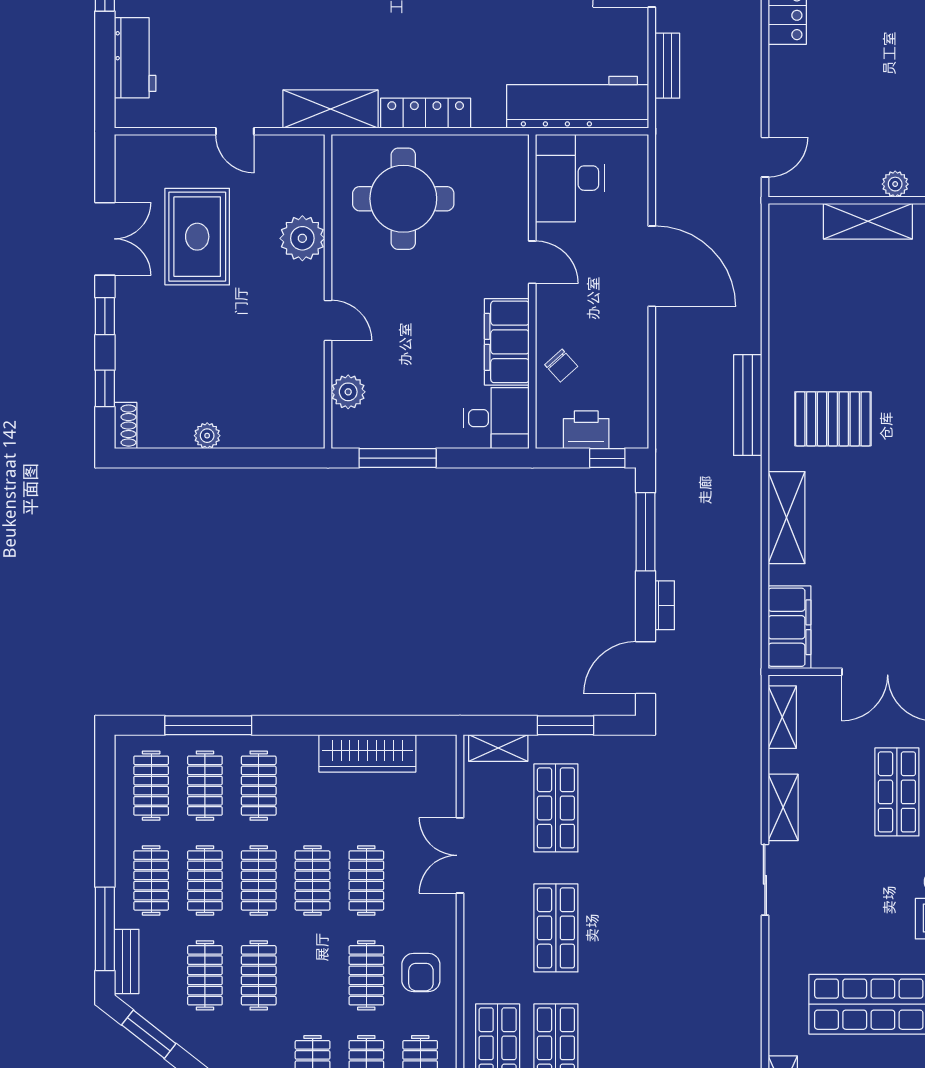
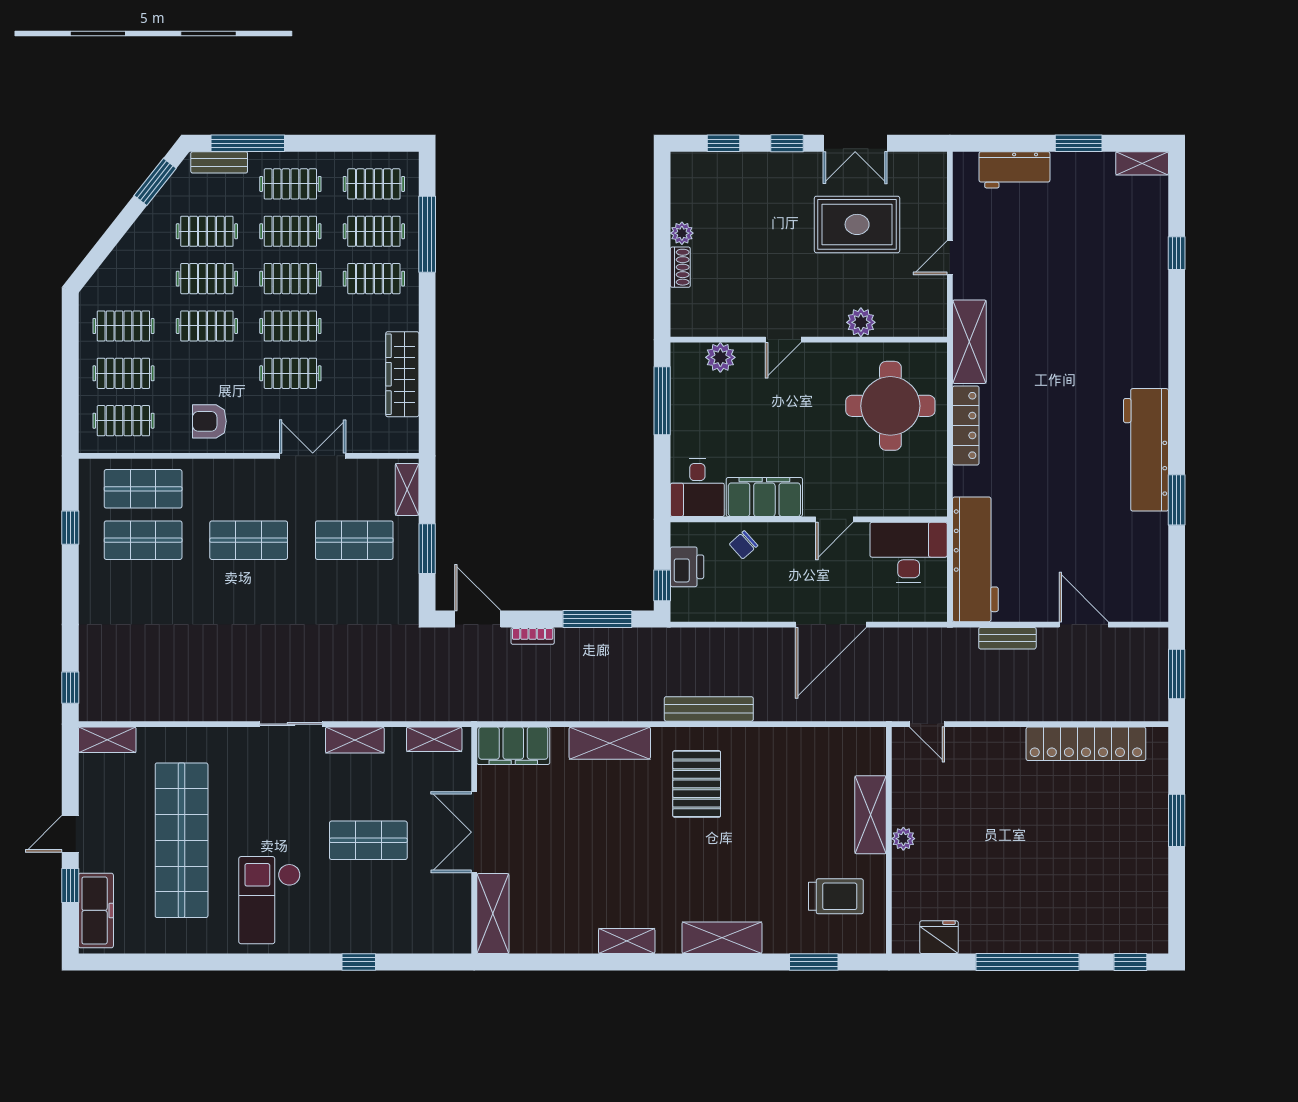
plant: (302, 238) -> (861, 322), width x0.73, depth x0.73
shoe rack: (126, 426) -> (680, 267), moved, turned -90
clothes rail: (366, 975) -> (207, 326), moved

